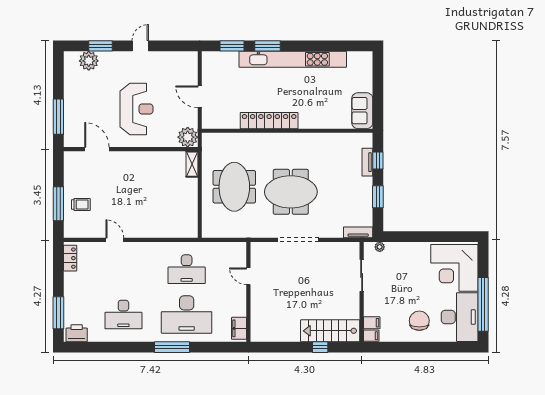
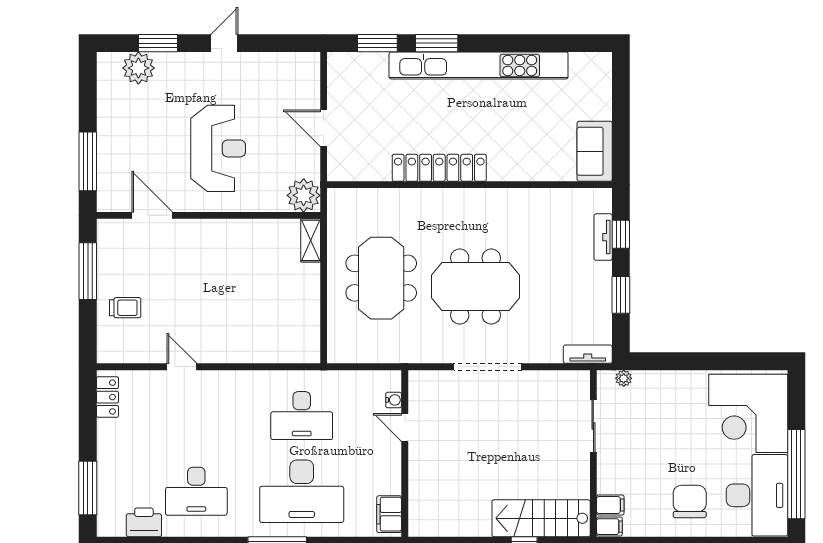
window: (58, 204) -> (88, 271), moved
water cooler: (242, 260) -> (394, 400), added
printer: (77, 333) -> (144, 522), moved

